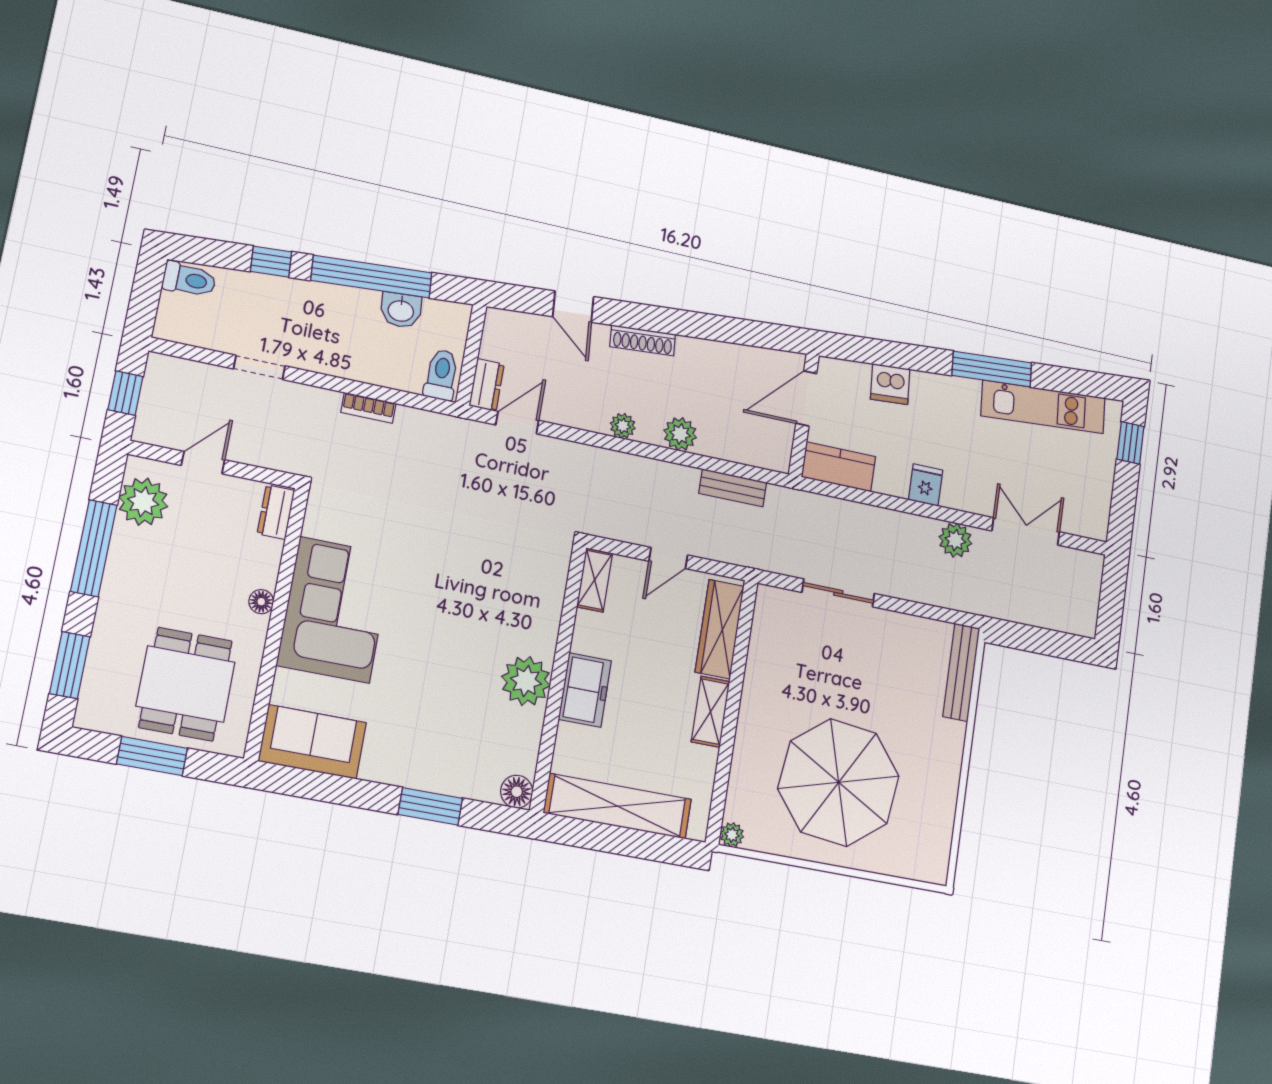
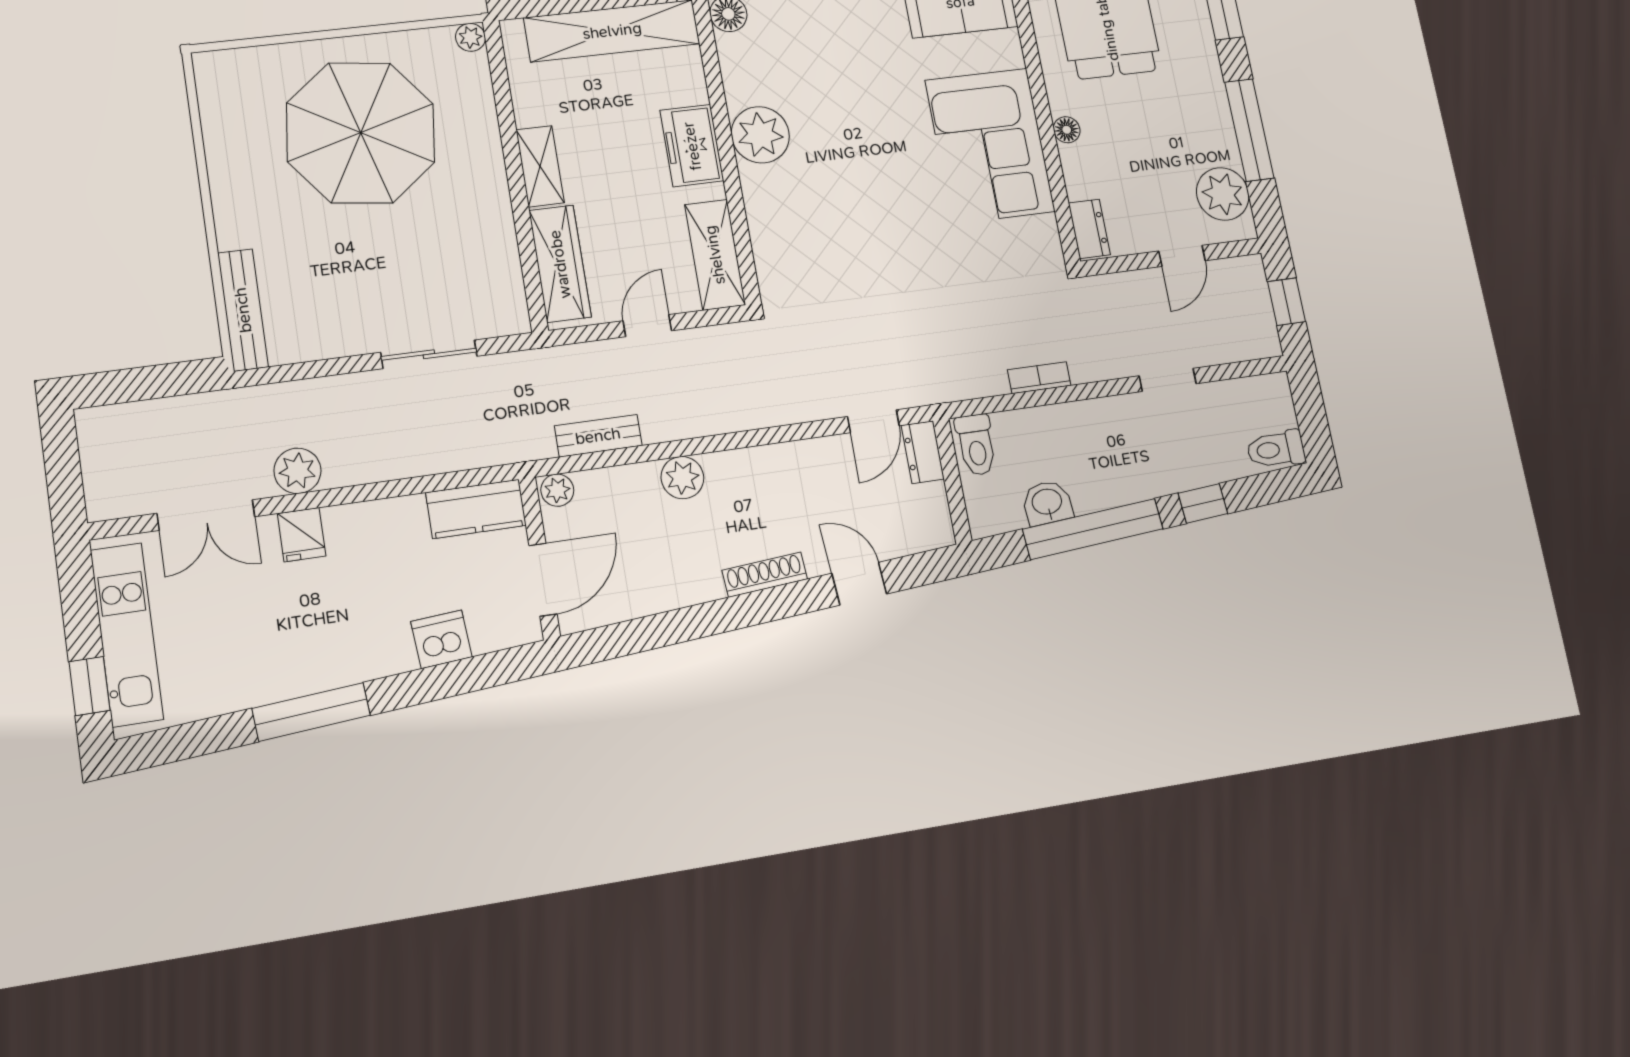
kitchen unit: (1043, 407) -> (127, 634), moved, turned 94
plant: (623, 426) -> (557, 490), moved
fridge: (926, 485) -> (302, 535), moved
shelving: (595, 580) -> (715, 255), width x1.50, depth x1.33

